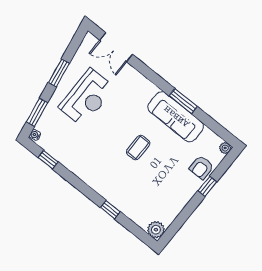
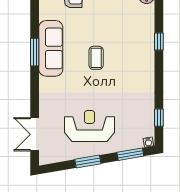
double door: (116, 47) -> (35, 134), swing flipped
coffee table: (138, 148) -> (96, 58), turned 90

